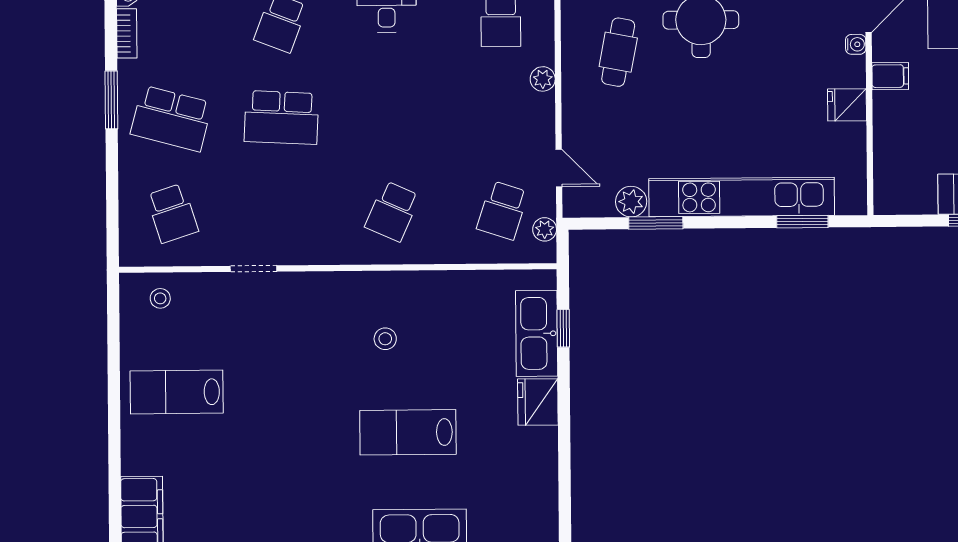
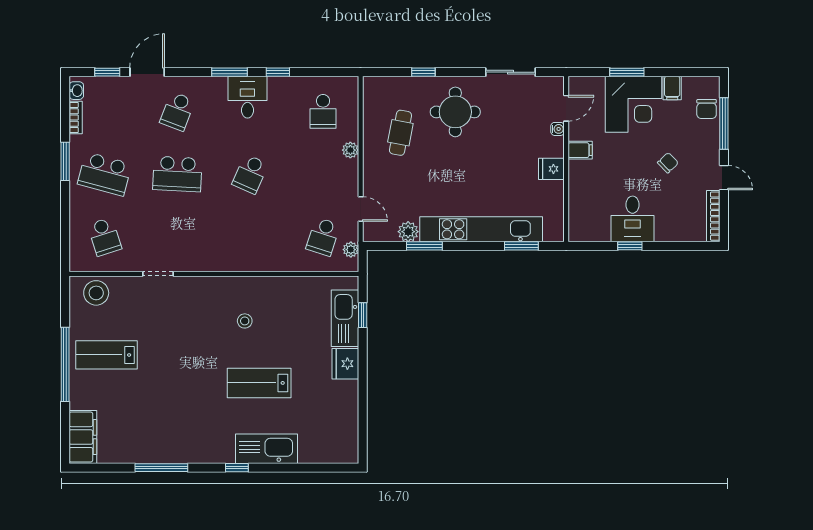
school desk: (392, 211) -> (250, 174), moved
stool: (160, 298) -> (96, 293), width x1.89, depth x1.89
window: (114, 407) -> (65, 364), added

